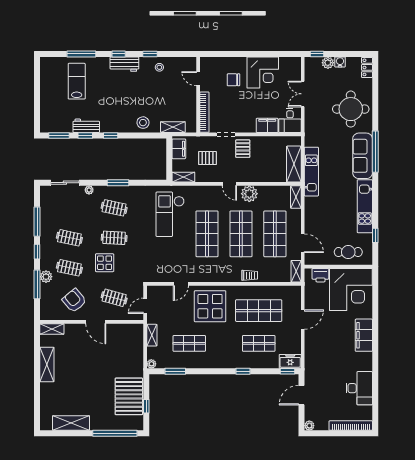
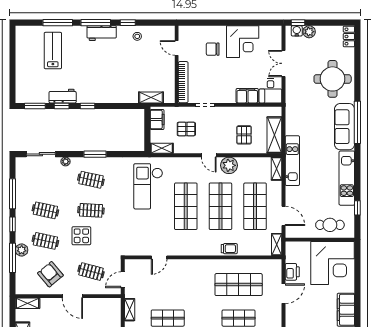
window: (119, 54) -> (96, 23), width x2.17
water cooler: (340, 62) -> (297, 31), moved
stool: (143, 123) -> (120, 93), removed
pallet: (243, 149) -> (244, 135), moved
kitchen unit: (311, 172) -> (292, 161), moved
printer: (320, 275) -> (292, 272), moved, turned -90
display table: (210, 306) -> (189, 280), removed

